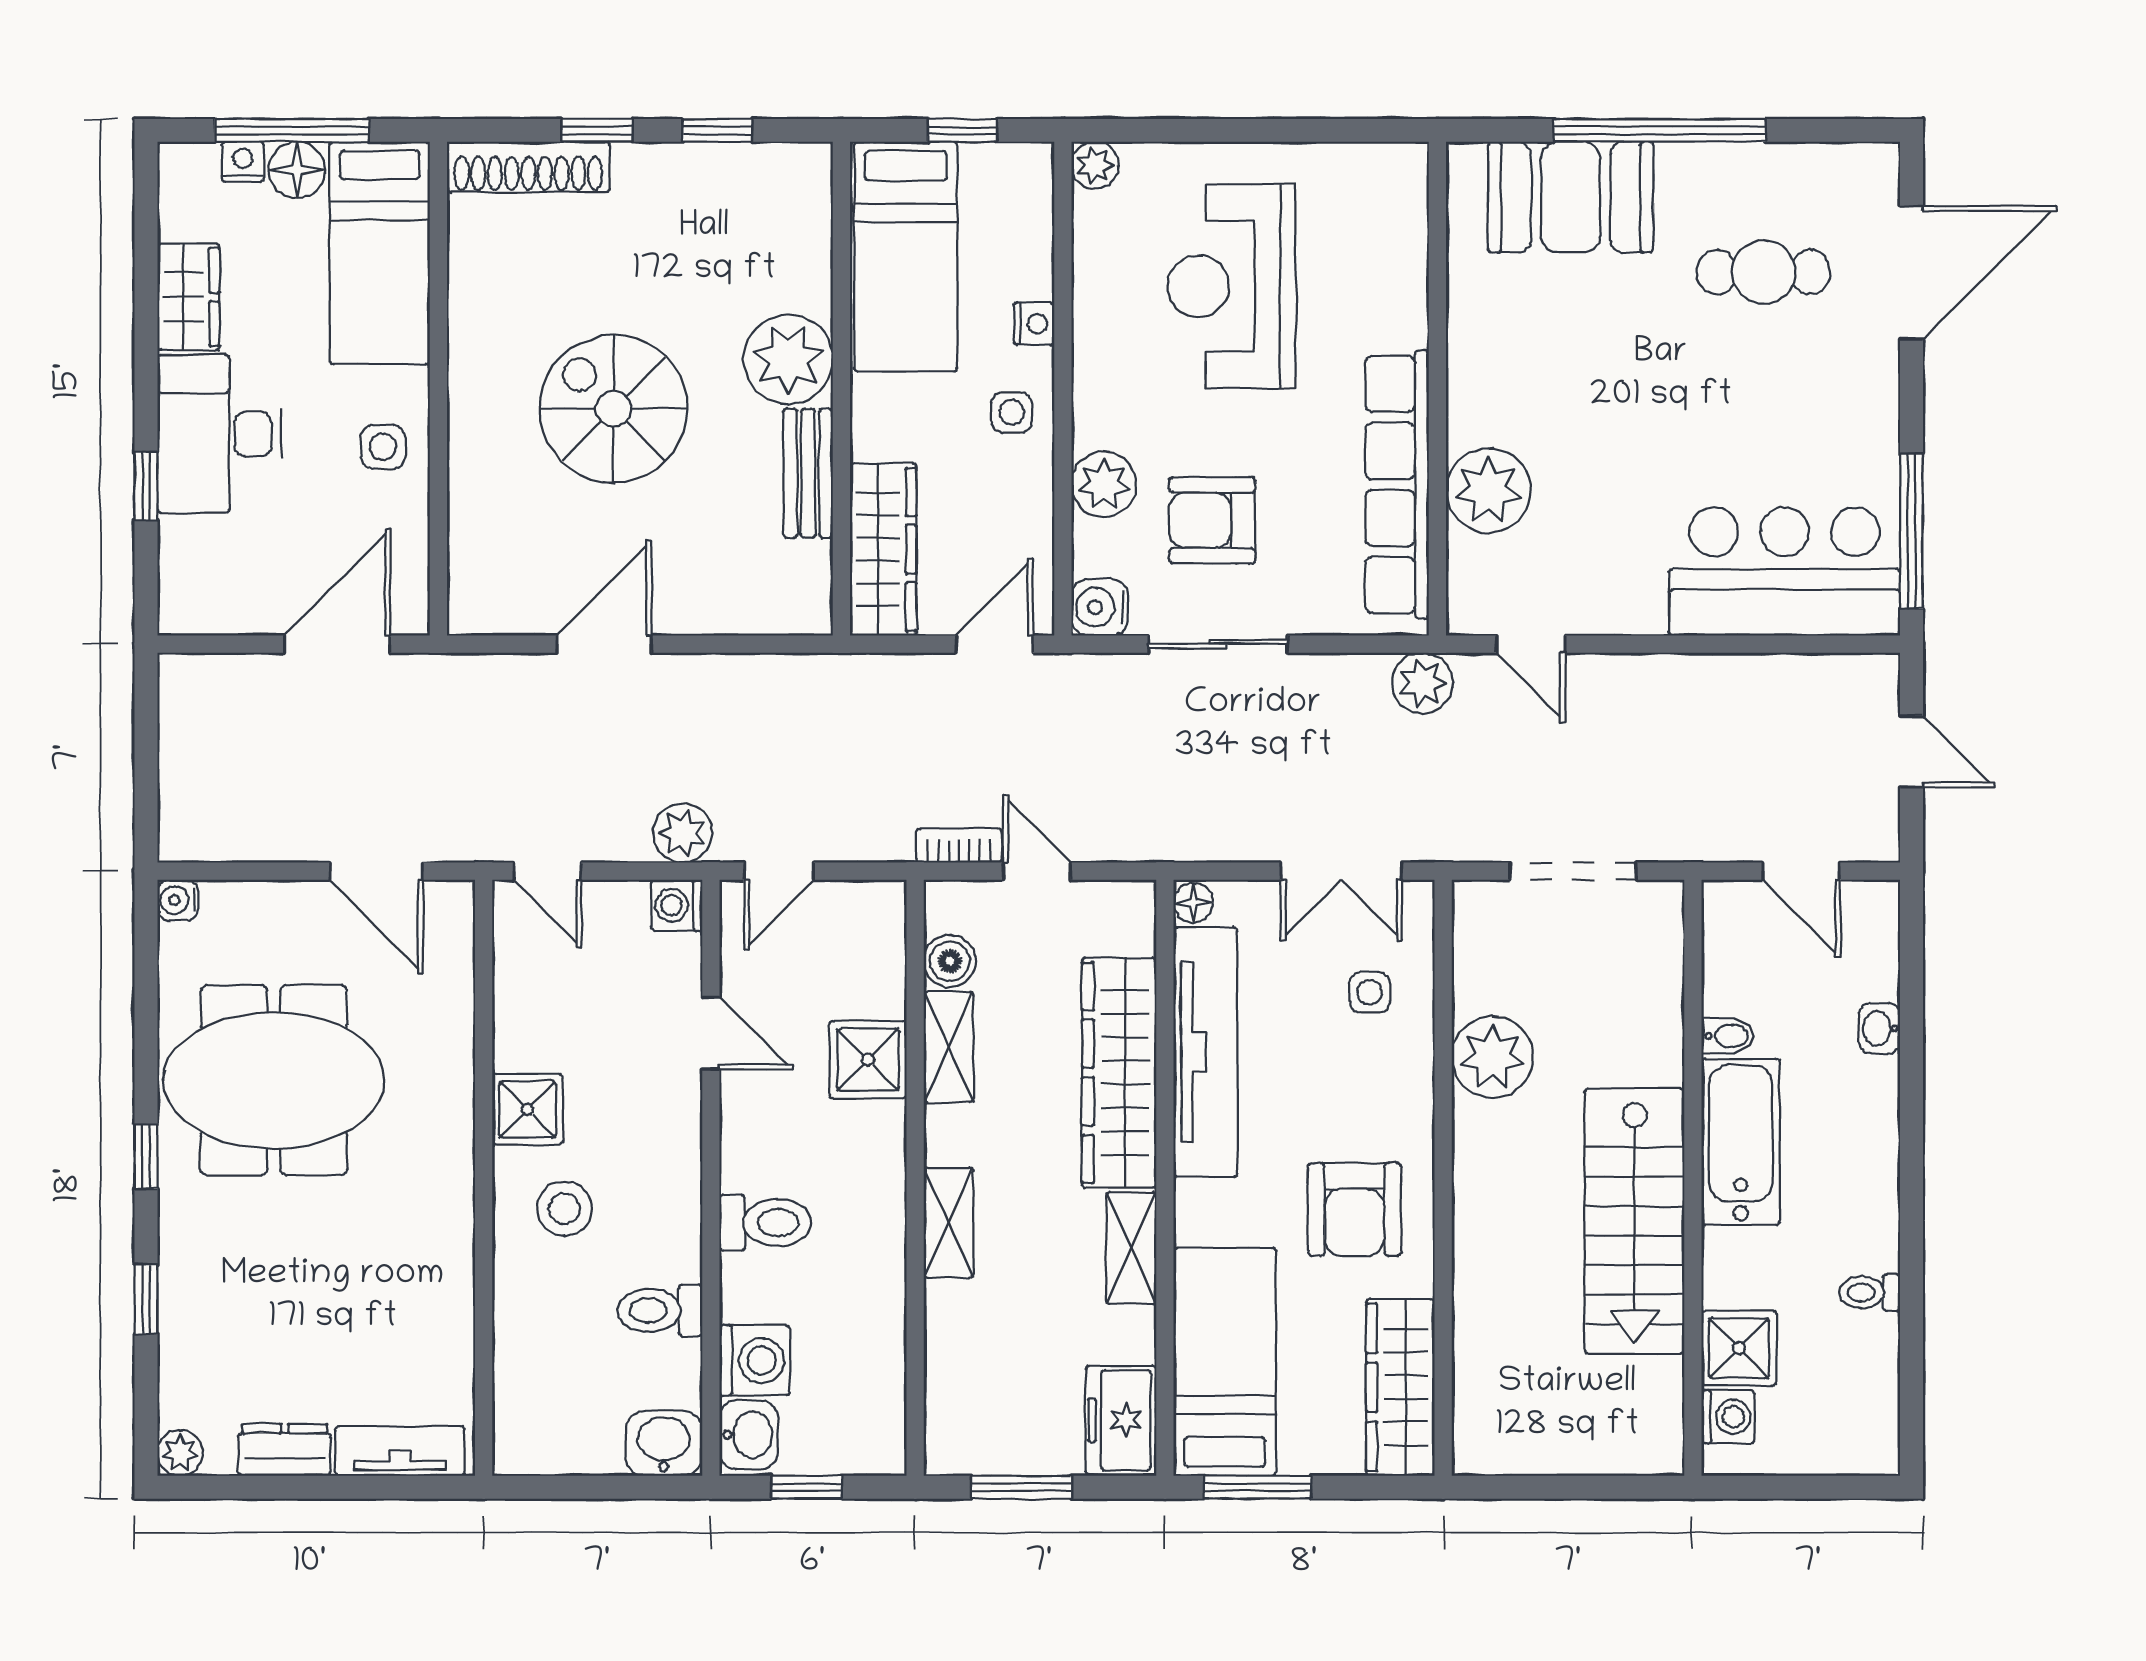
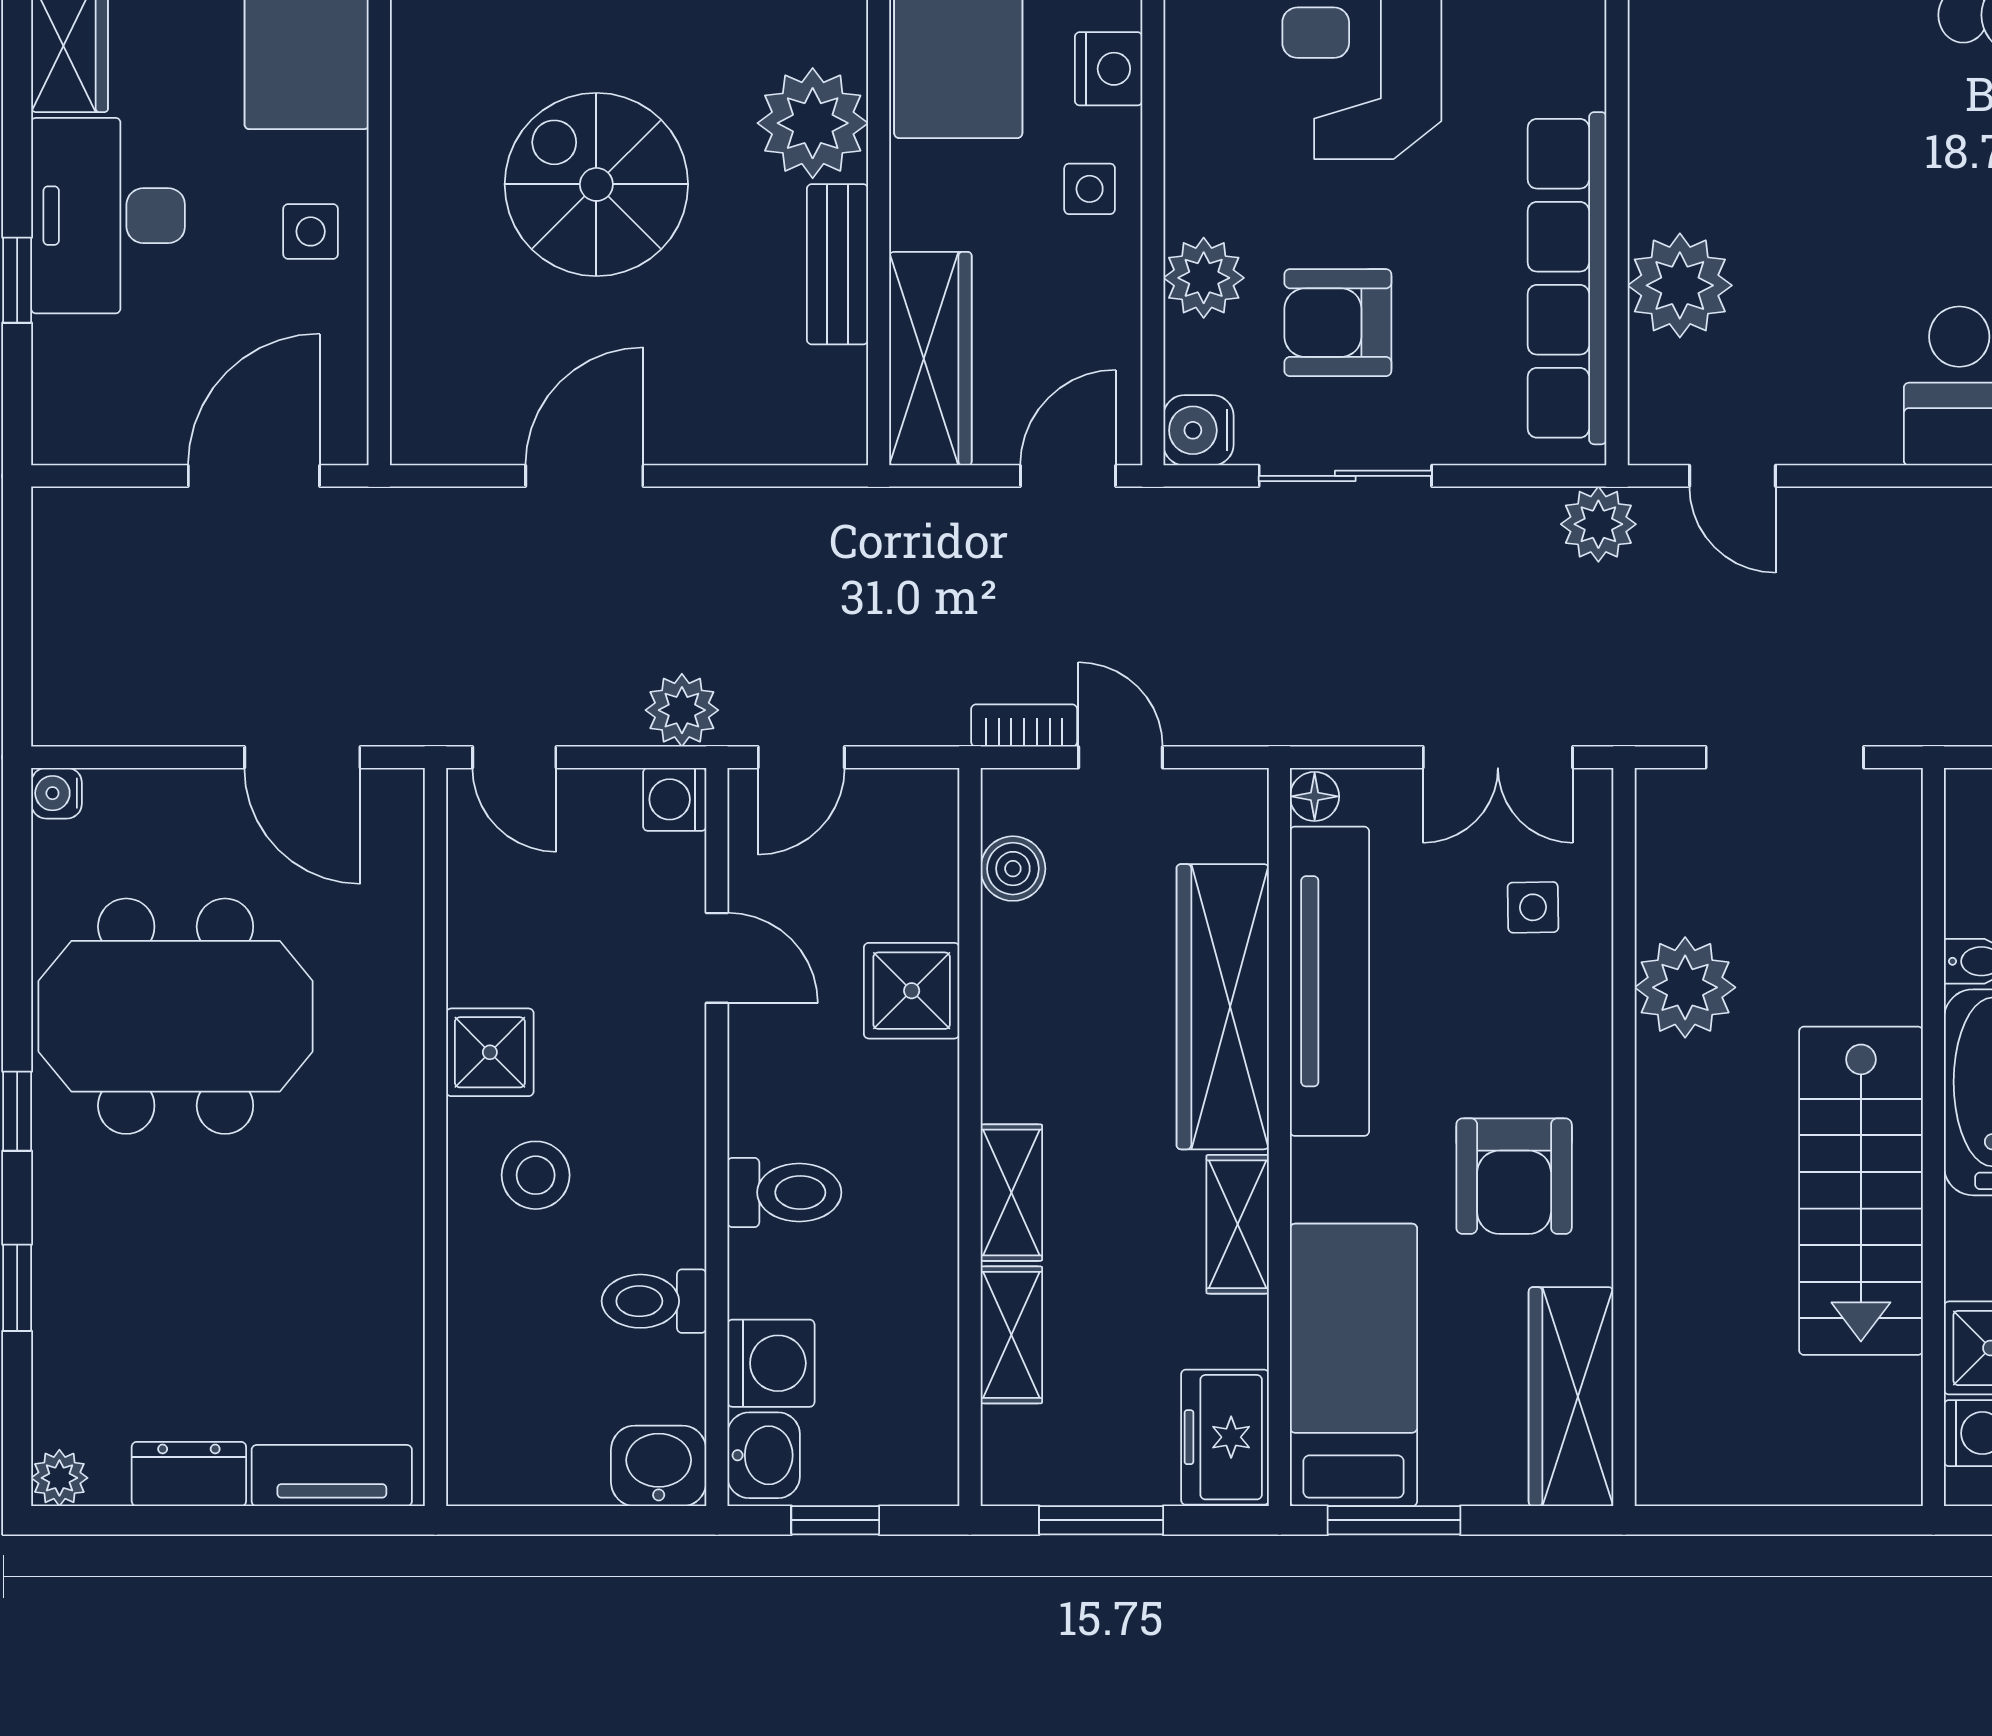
nightstand: (1034, 324) -> (1109, 69), width x1.39, depth x1.35
shelving: (949, 1047) -> (1011, 1335), moved

